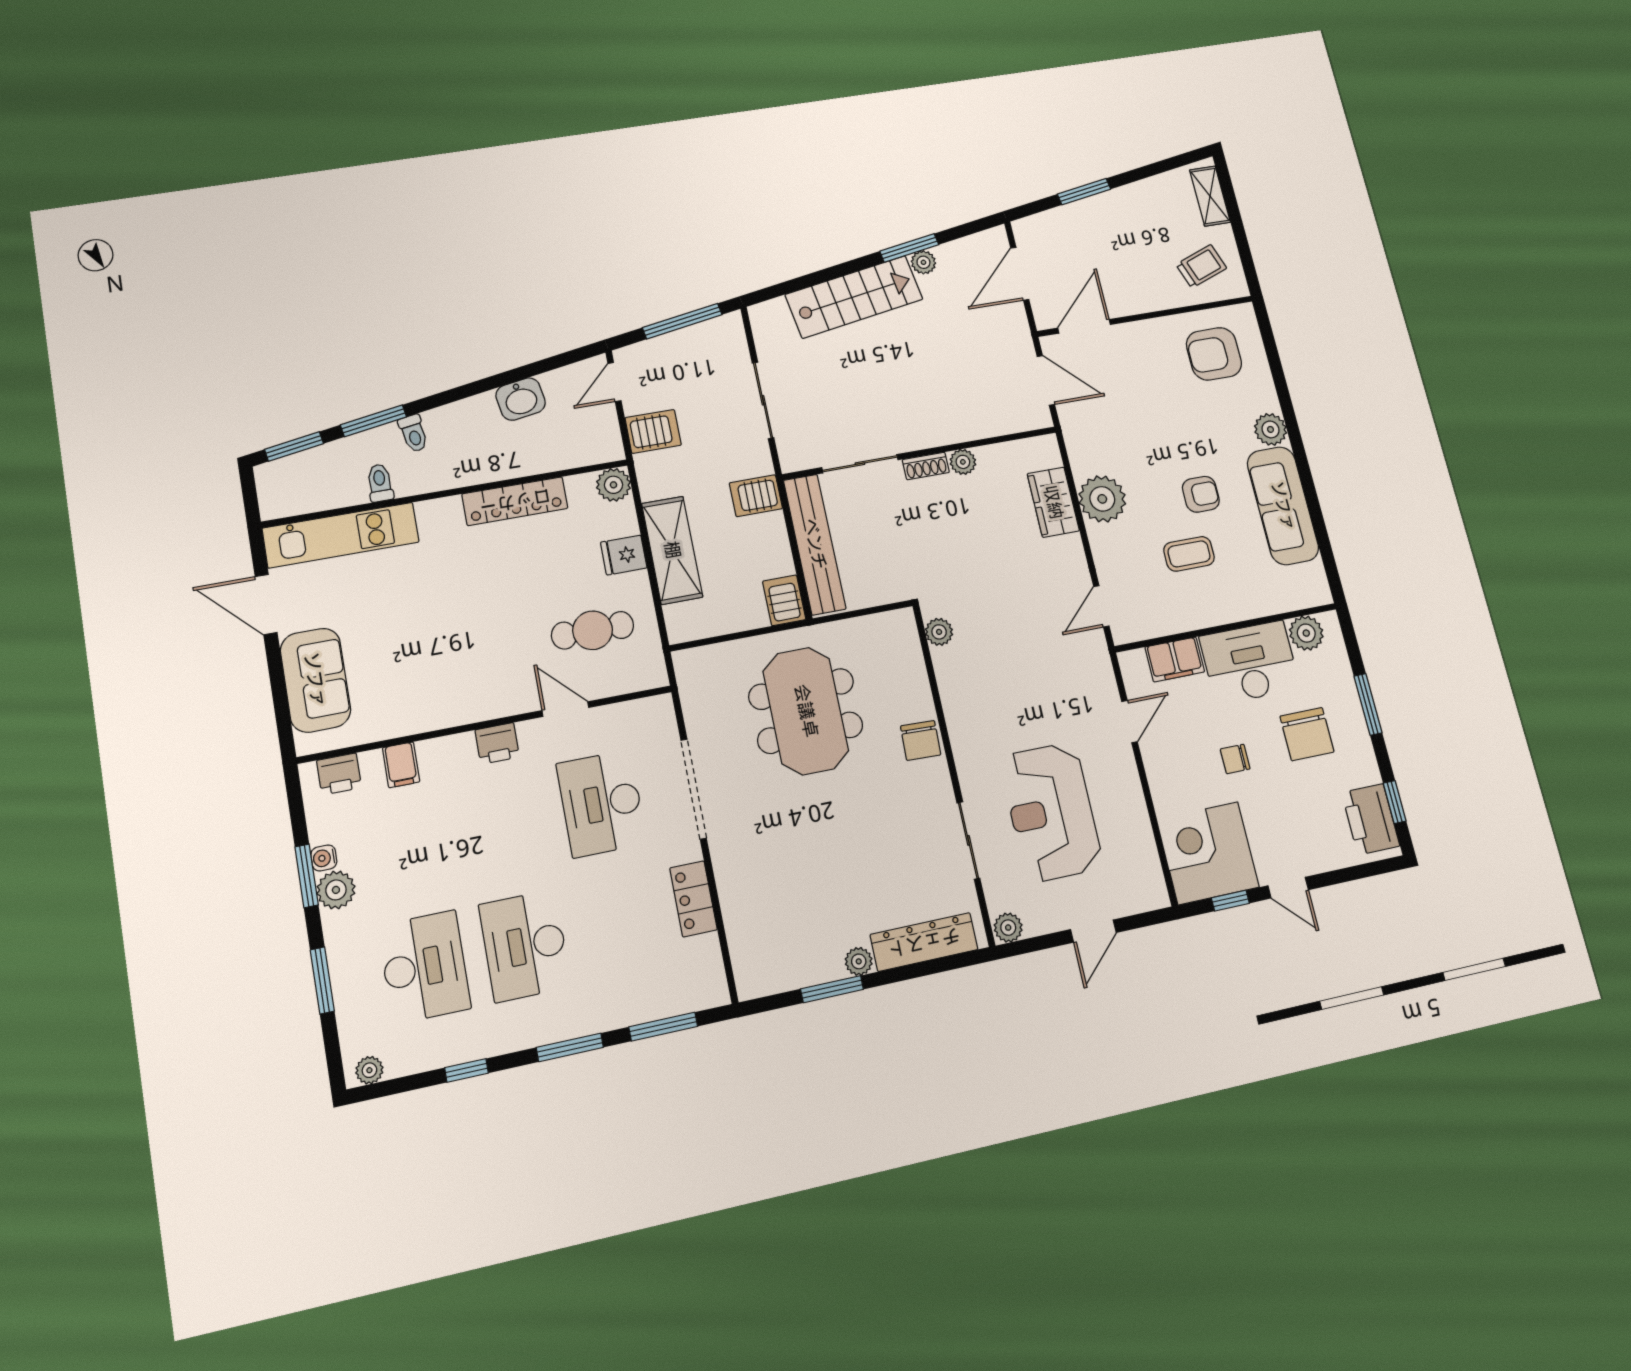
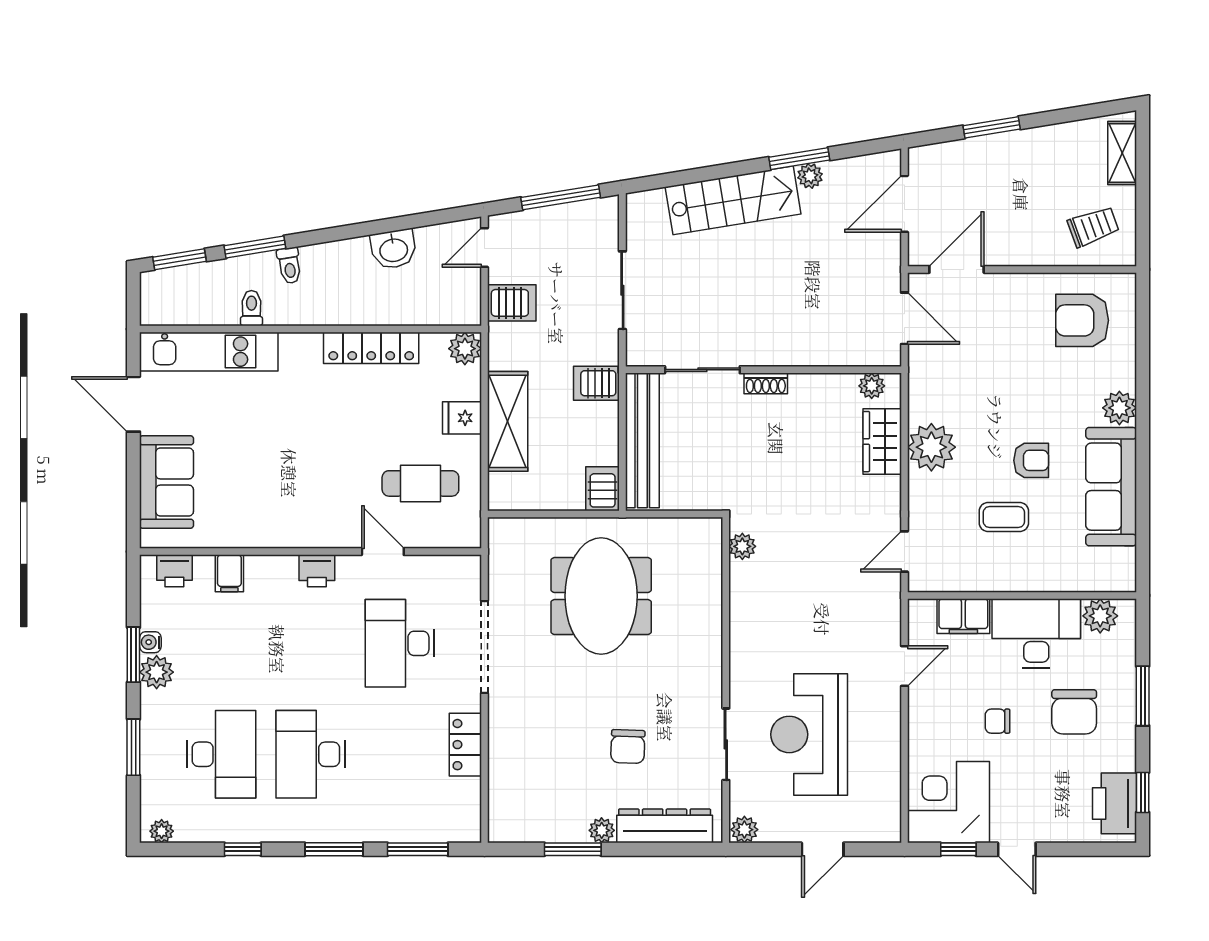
plant: (963, 462) -> (872, 386), moved
chair: (921, 740) -> (628, 747), moved

